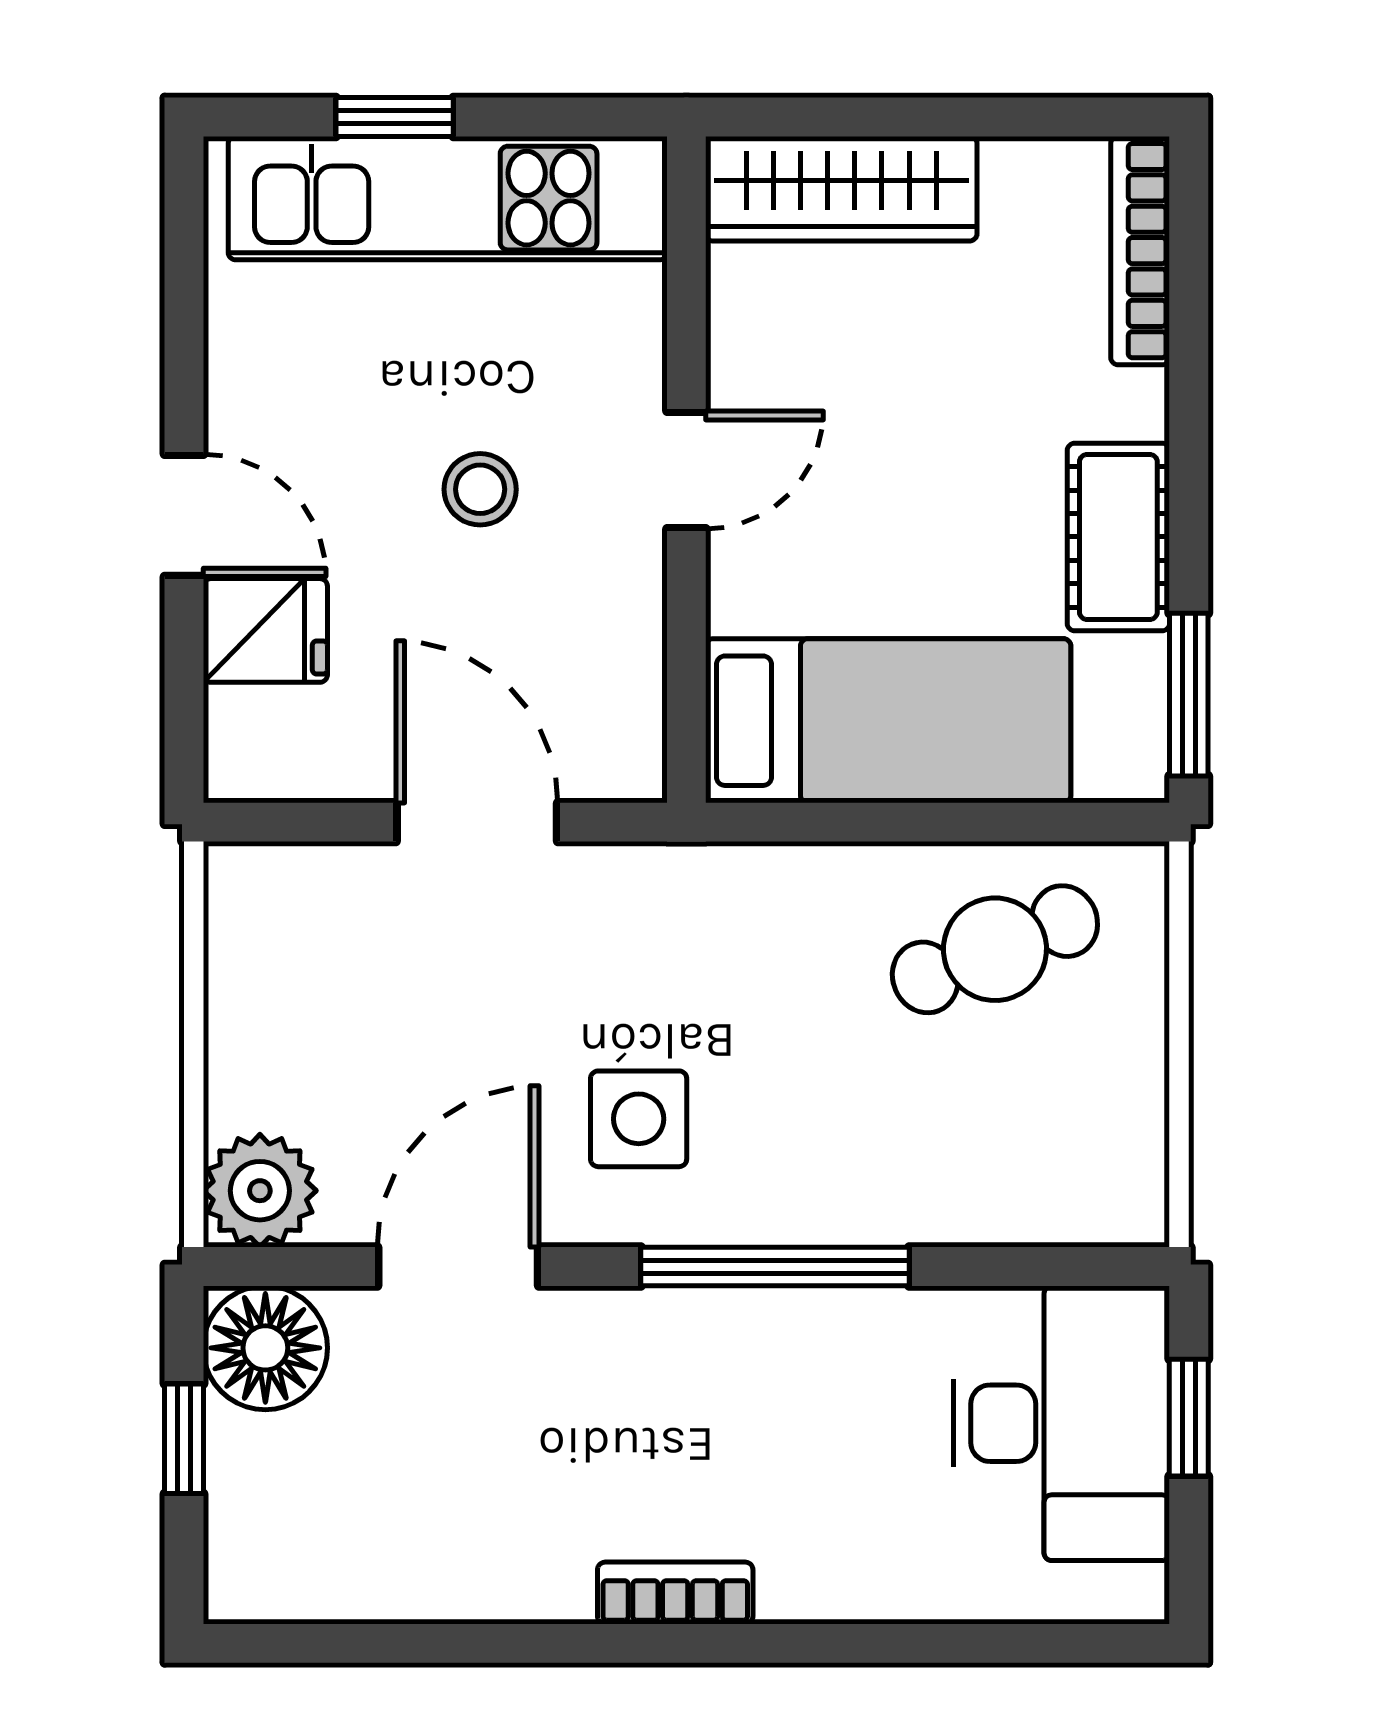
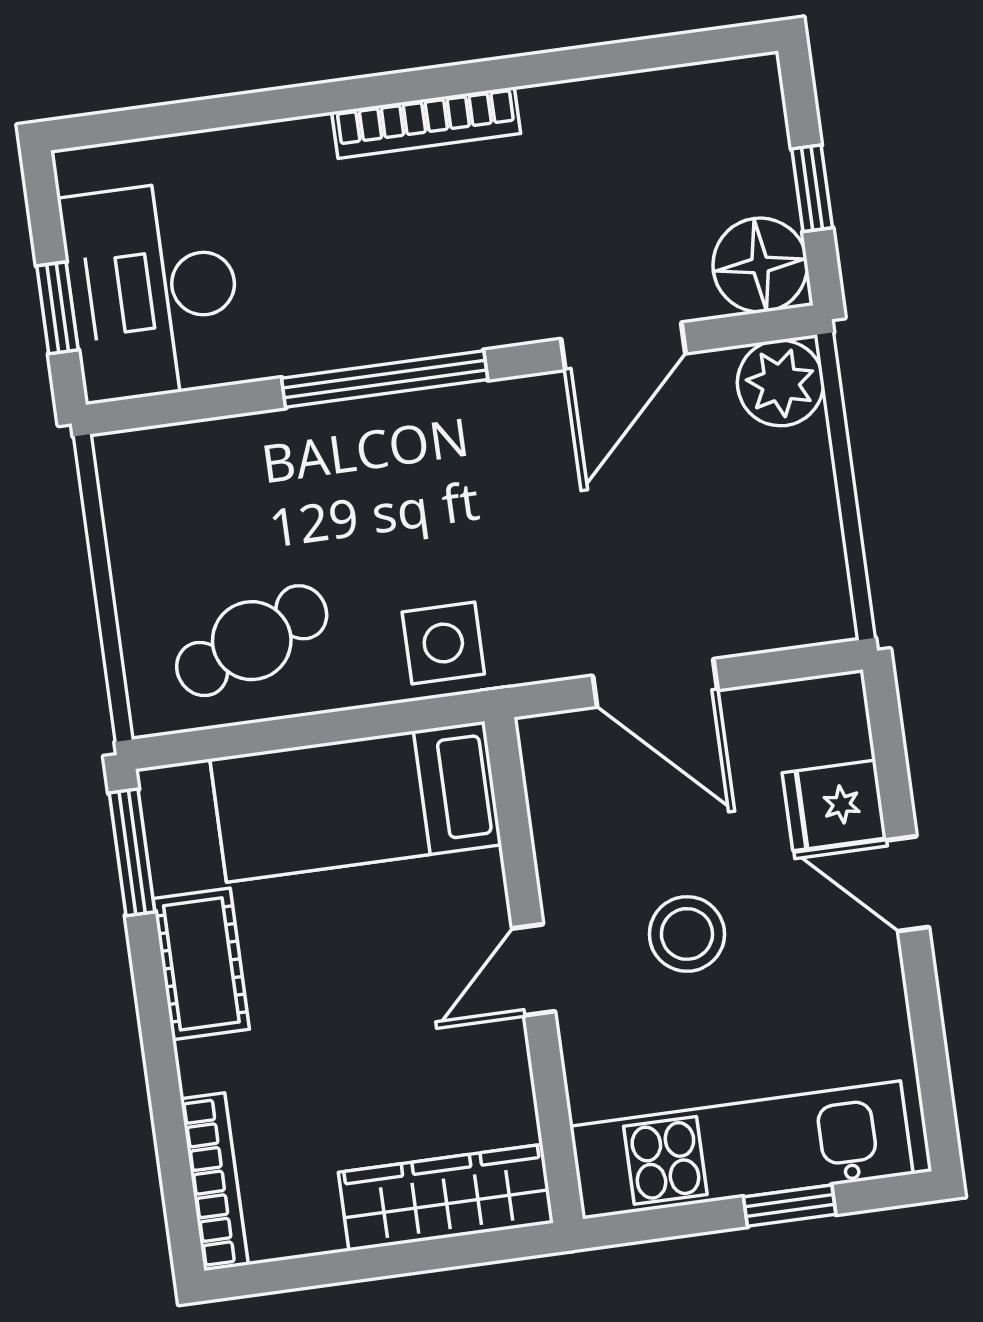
stool: (480, 489) -> (687, 934), width x1.37, depth x1.37
side table: (639, 1119) -> (443, 643), moved
bookcase: (675, 1593) -> (426, 123), width x1.56

